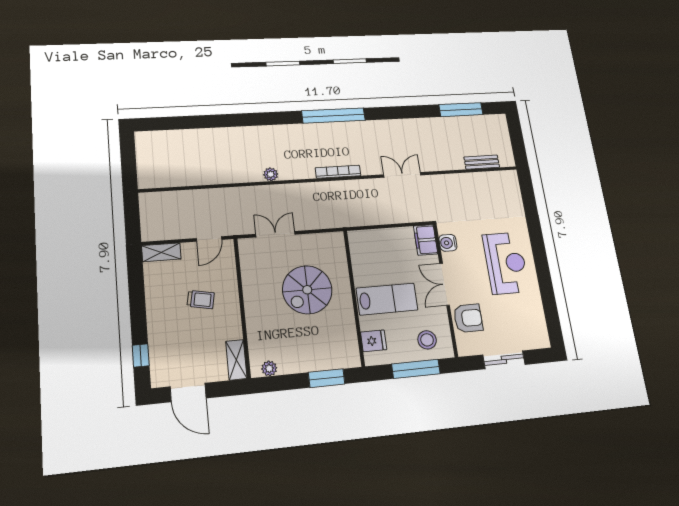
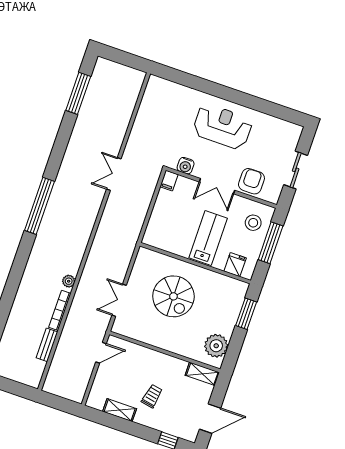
bench: (482, 162) -> (47, 345), moved
bookcase: (338, 172) -> (60, 310), moved
door: (209, 239) -> (101, 353), hinge flipped
filing cabinet: (426, 240) -> (169, 181), width x0.50
shelving: (161, 252) -> (120, 410), moved, turned 90
trolley: (201, 300) -> (152, 396), moved
plant: (269, 368) -> (216, 346), width x1.87, depth x1.87

